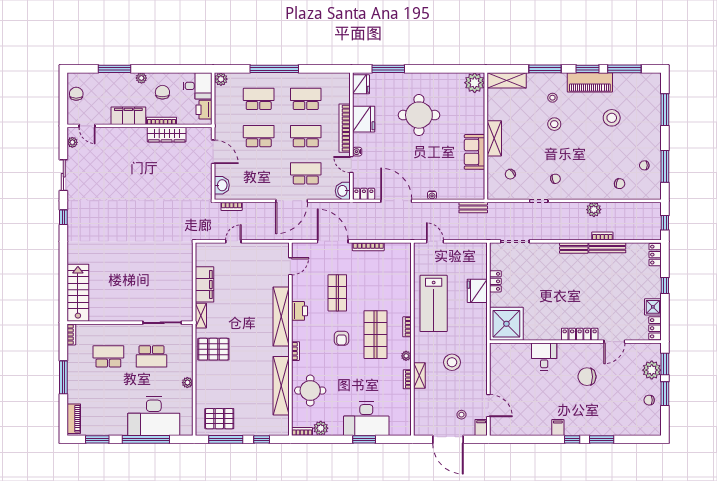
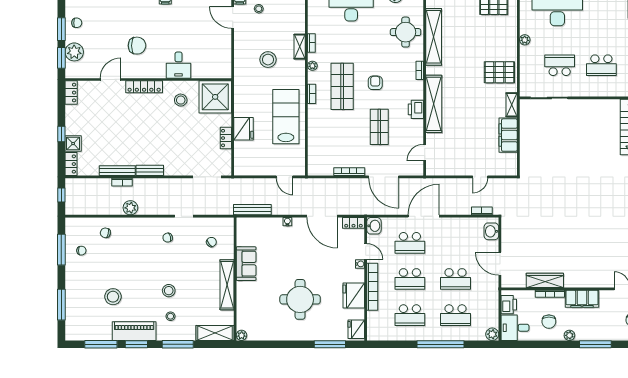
plant: (475, 83) -> (242, 335), width x0.53, depth x0.53
shelving: (494, 138) -> (227, 285), width x1.47
bench: (473, 208) -> (252, 210), width x1.36
shower: (653, 307) -> (73, 144), moved
stool: (542, 320) -> (181, 100), added

